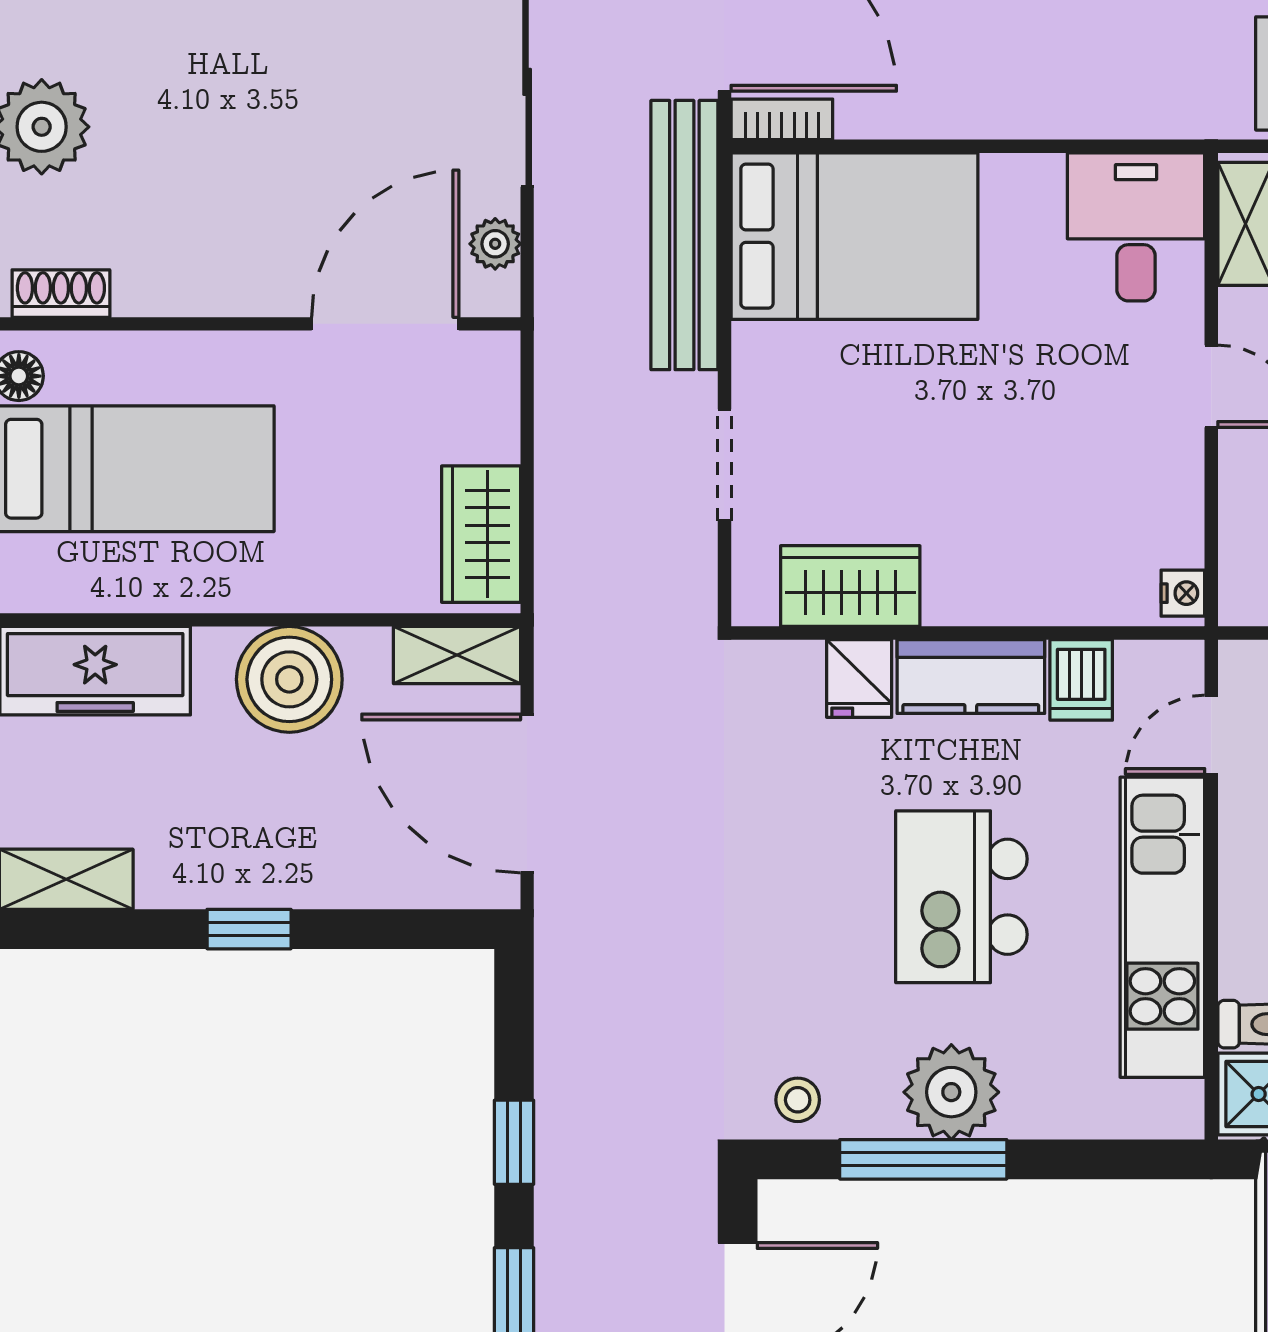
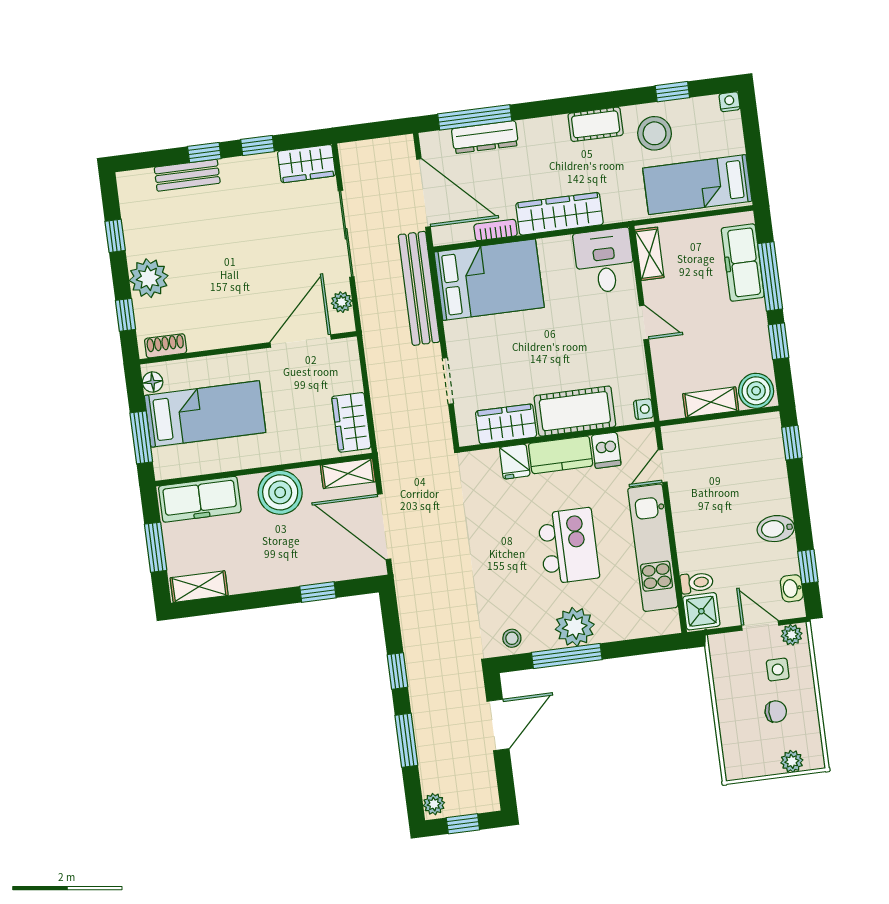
wardrobe: (1043, 100) -> (559, 214), added
bookcase: (782, 119) -> (496, 230), moved
cot: (1019, 577) -> (575, 411), added
kitchen island: (961, 897) -> (568, 546), turned 180
window: (249, 929) -> (318, 592), moved

